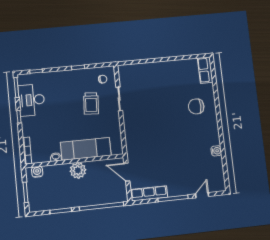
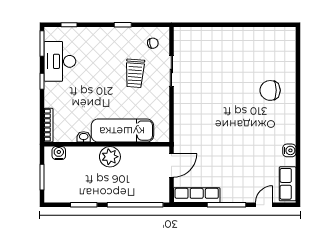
row of seats: (205, 70) -> (288, 184), moved
door: (127, 172) -> (171, 165), swing flipped

